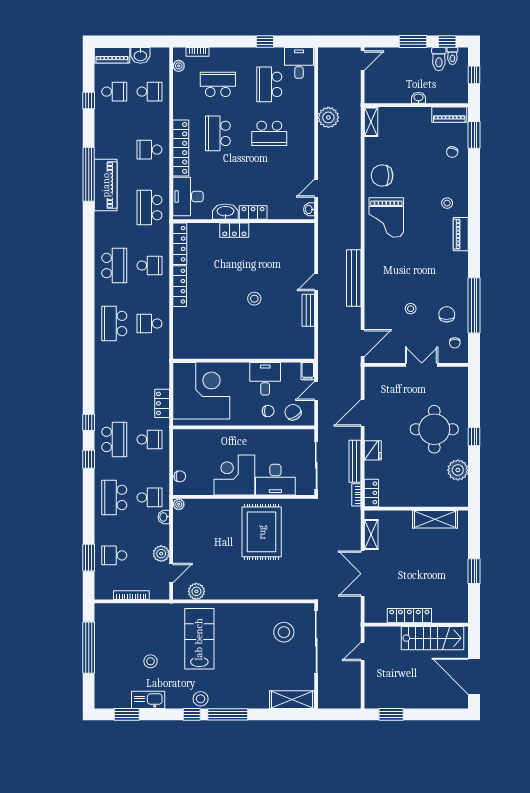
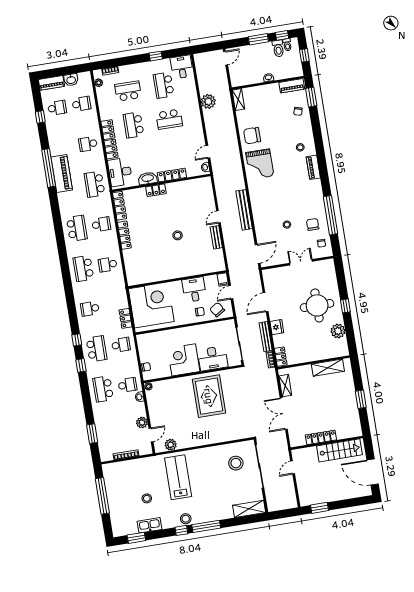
locker: (253, 213) -> (172, 175), width x1.53
school desk: (114, 555) -> (90, 309), moved

